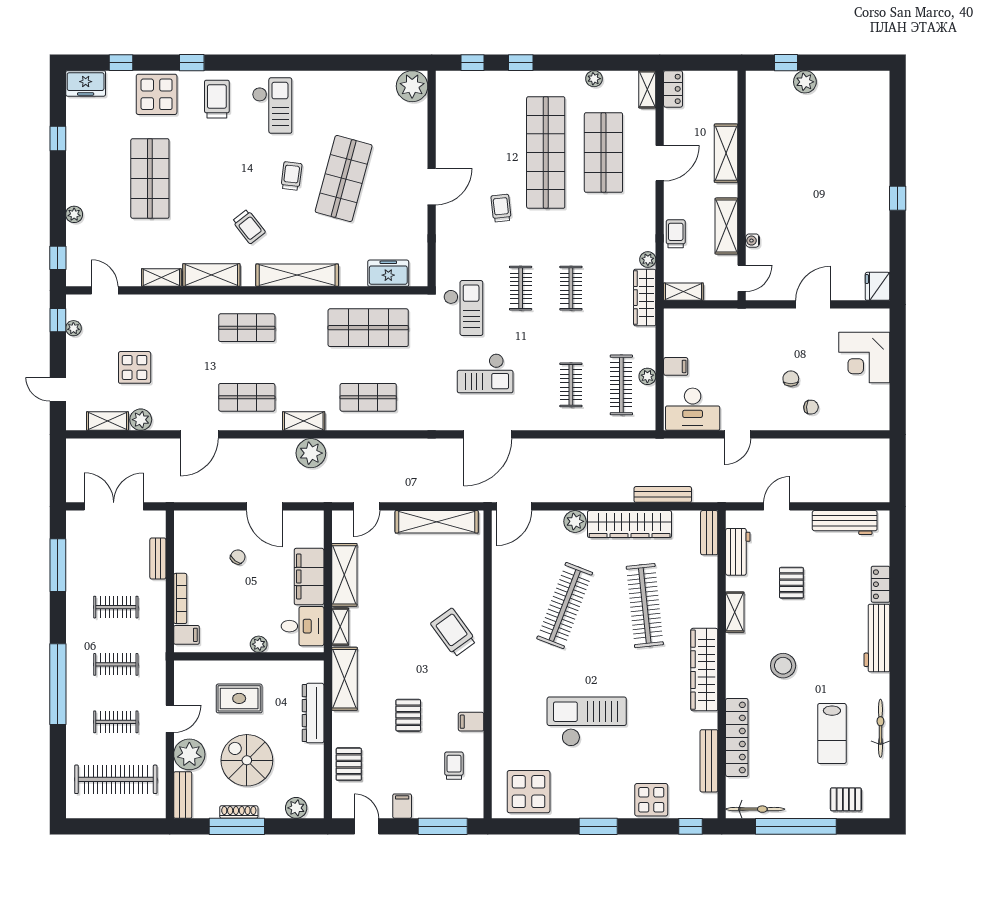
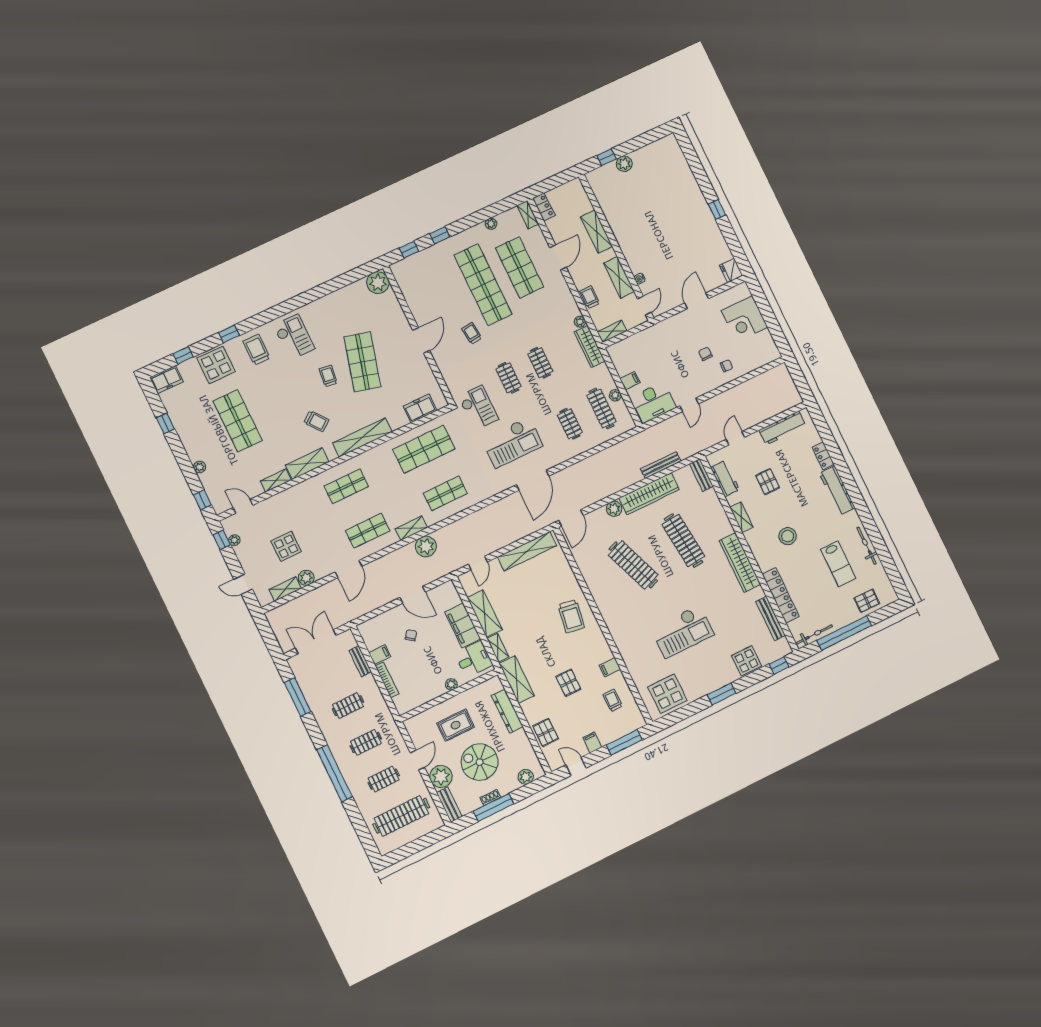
checkout: (485, 373) -> (512, 442), width x1.36, depth x1.21
clothes rail: (565, 606) -> (633, 565), turned -42
trolley: (453, 632) -> (571, 616), turned -135
filing cabinet: (187, 635) -> (380, 655), moved
checkout: (587, 722) -> (682, 631), turned 180
shoe rack: (239, 812) -> (490, 798), width x0.70

